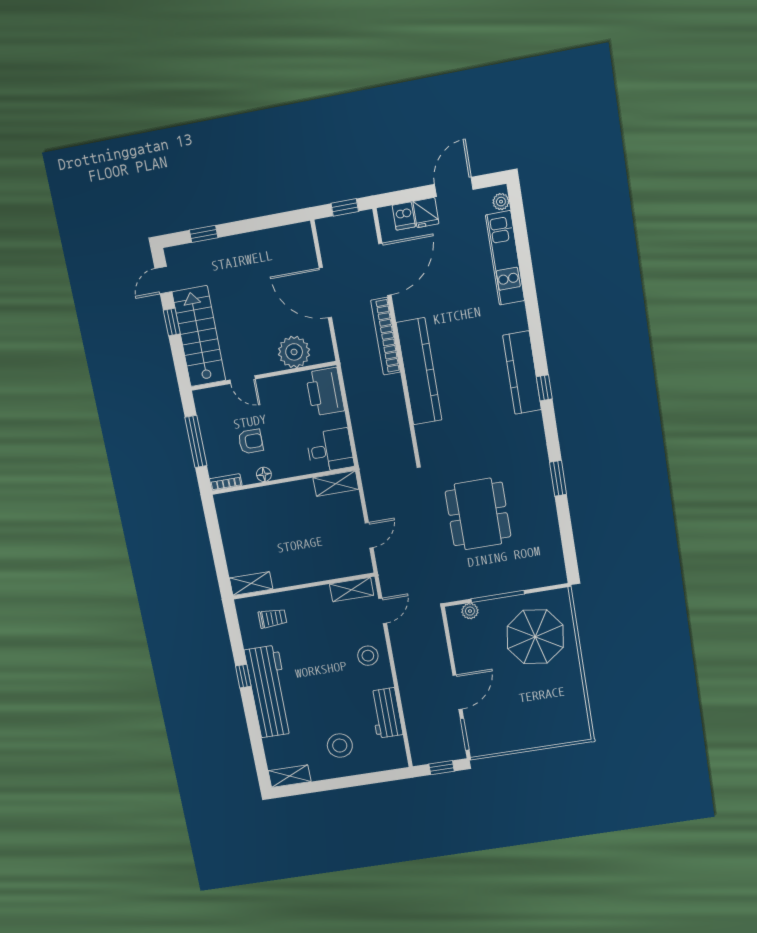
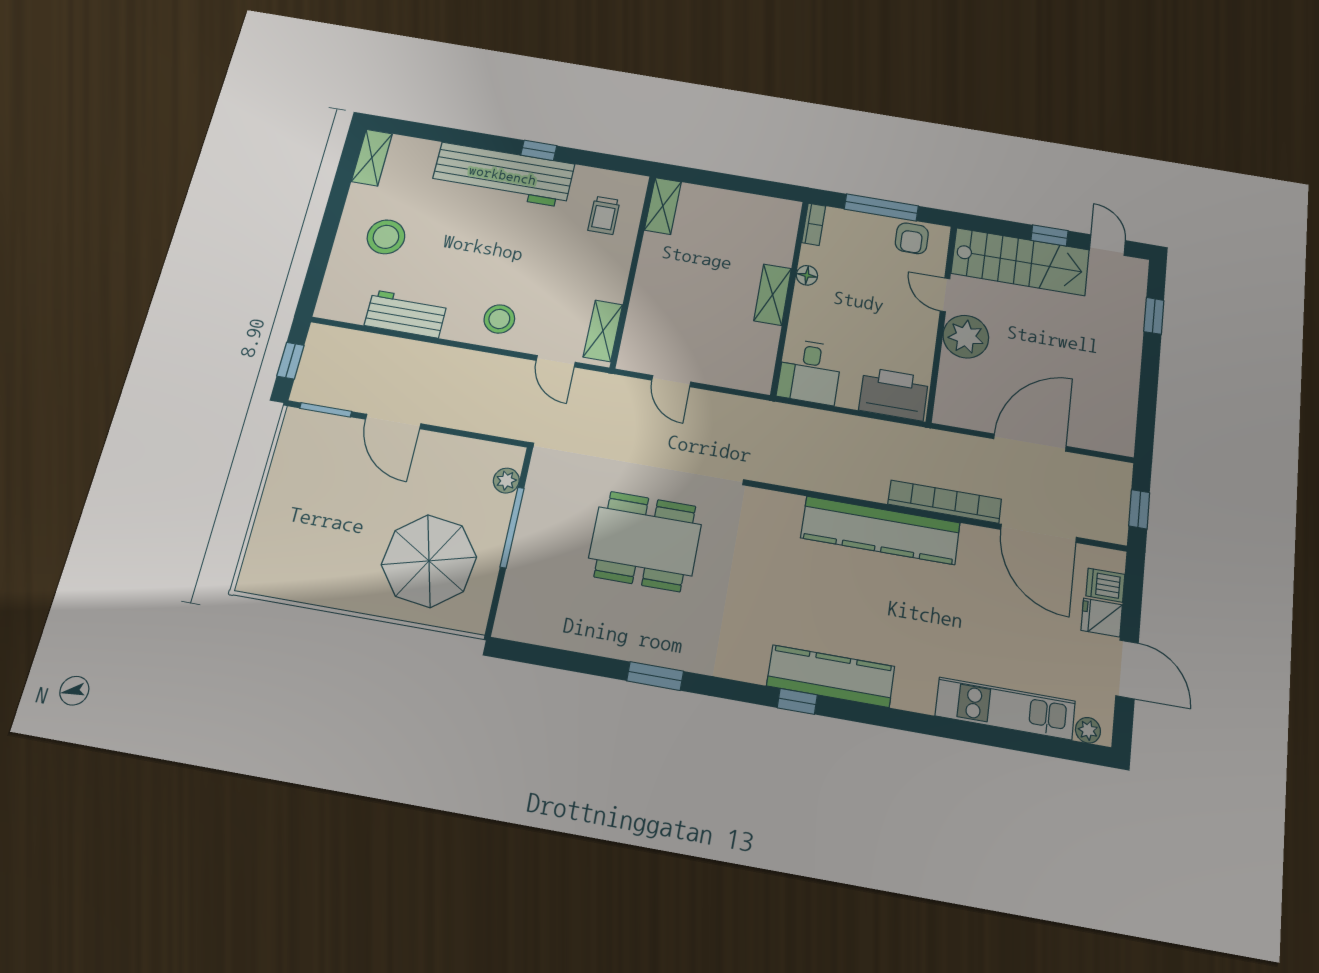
plant: (294, 352) -> (966, 337), moved
door: (243, 380) -> (945, 295), hinge flipped
armchair: (251, 441) -> (912, 238), moved
shelving: (336, 483) -> (773, 295), moved

